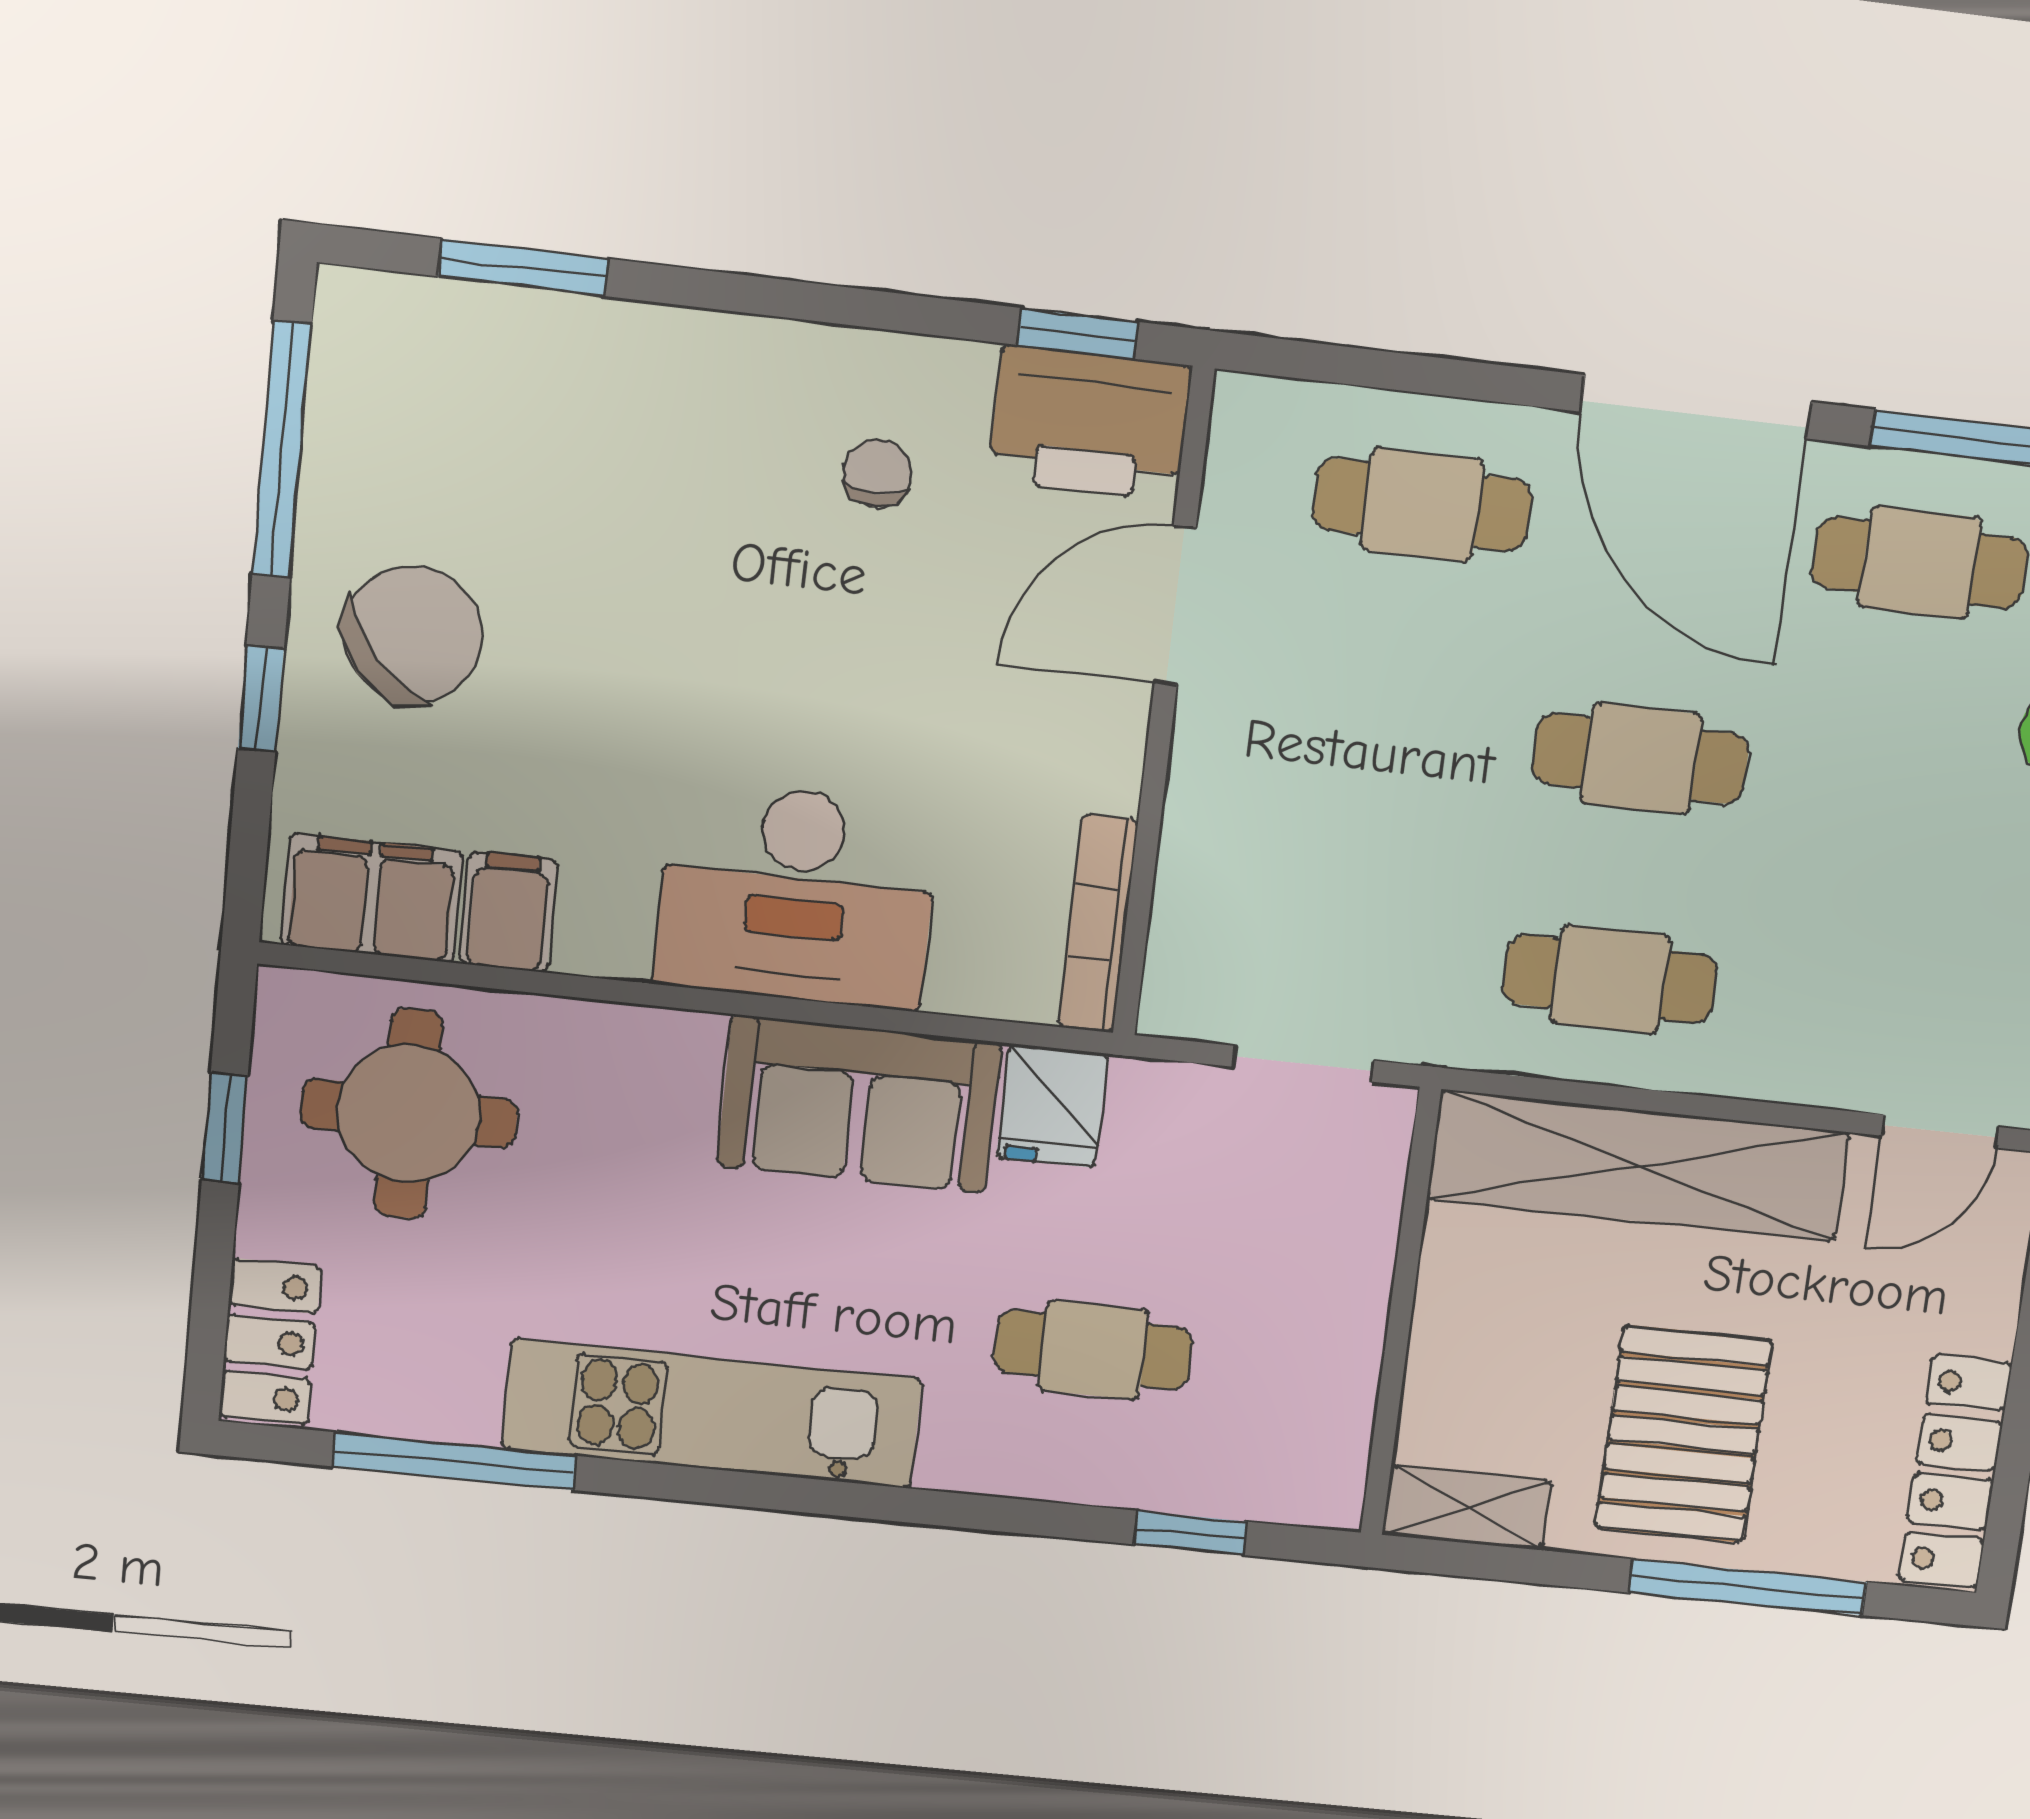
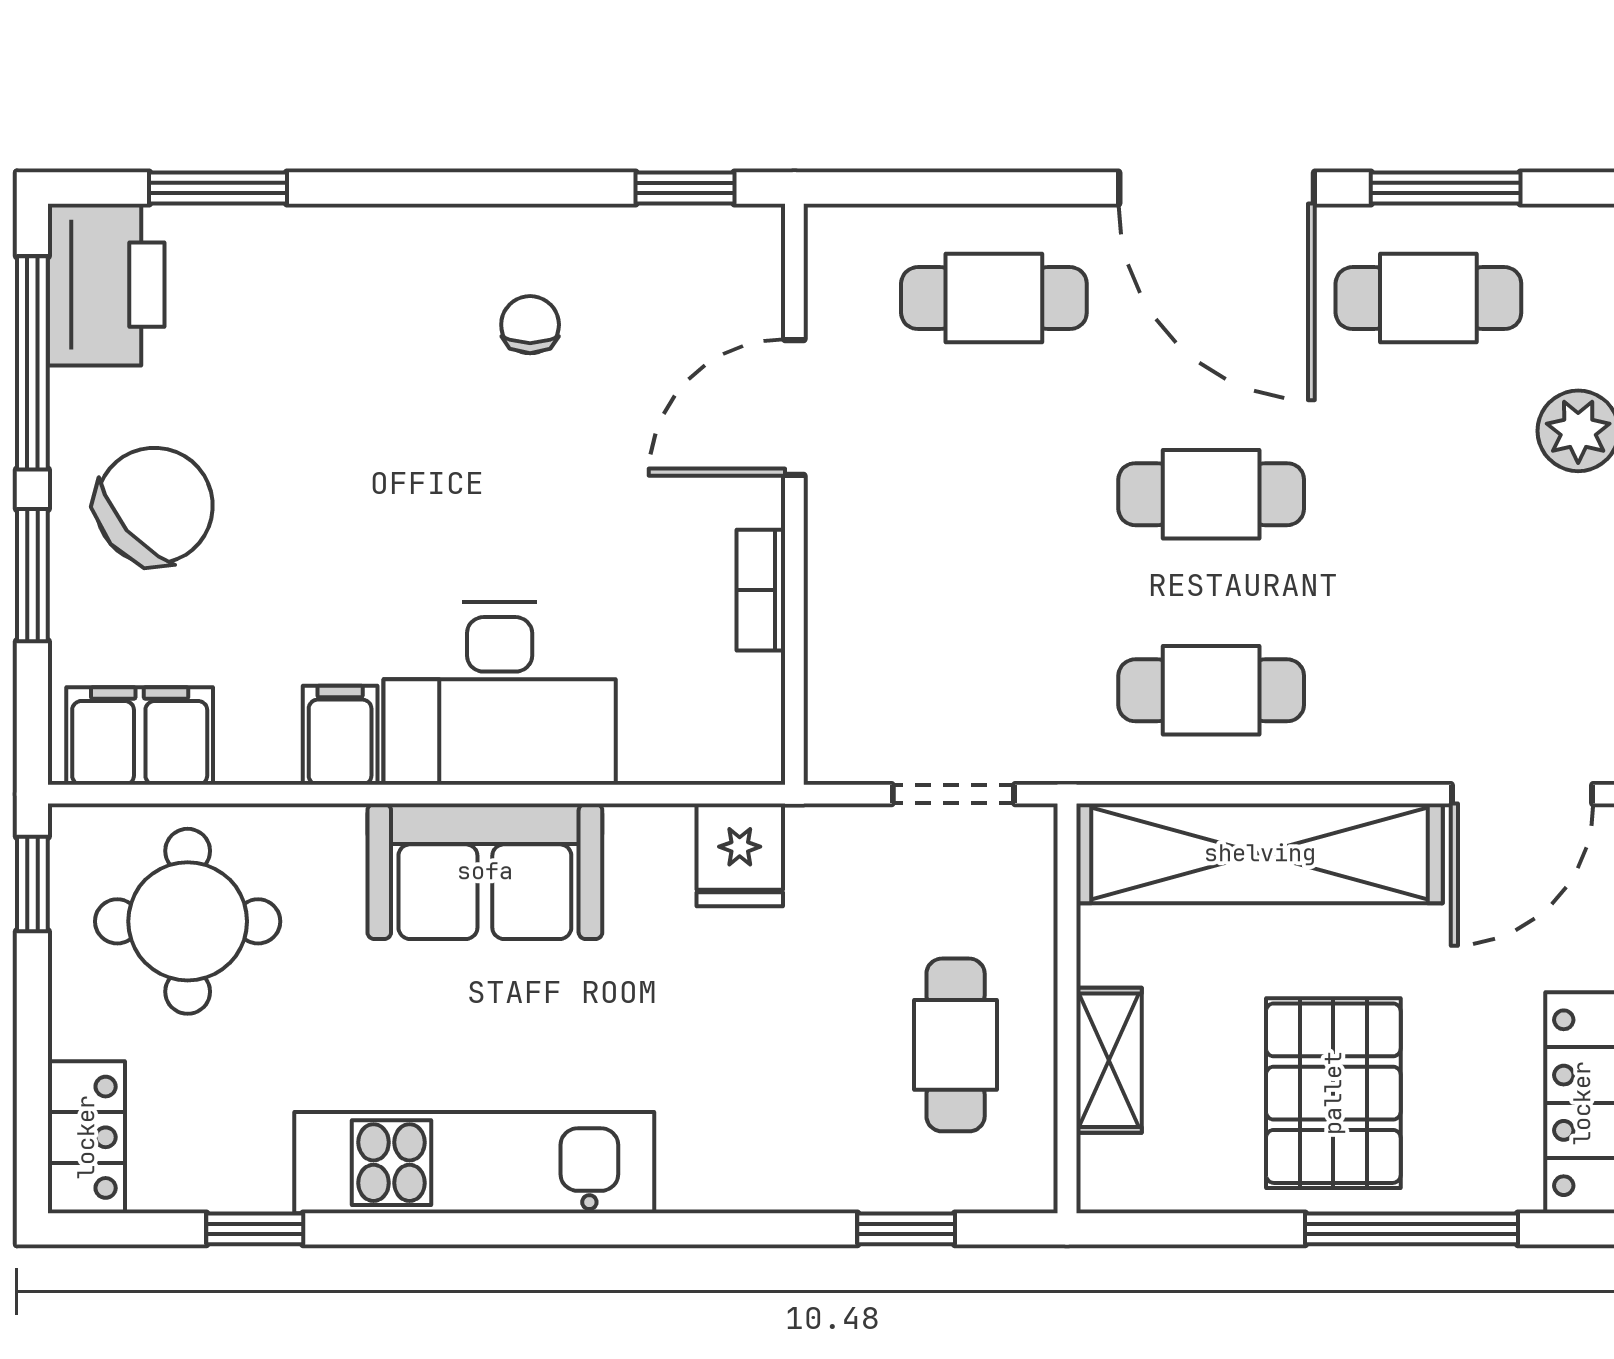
printer: (1090, 423) -> (106, 285), moved, turned -90
window: (261, 699) -> (32, 575), width x1.50
filing cabinet: (508, 912) -> (340, 735), moved
bookcase: (1098, 924) -> (761, 590), moved, width x0.64
sofa: (859, 1104) -> (485, 871), moved
window: (225, 1128) -> (32, 884), moved
door: (1940, 1131) -> (1522, 794), width x1.38
cafe table: (1093, 1350) -> (956, 1045), moved, turned 90
window: (455, 1461) -> (255, 1229), width x0.46
shelving: (1467, 1508) -> (1109, 1060), moved, turned 90

